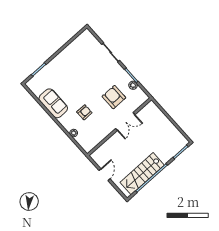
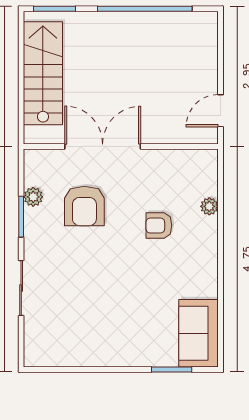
sofa: (53, 103) -> (198, 333), moved
double door: (125, 122) -> (103, 146), width x1.37
stairs: (142, 174) -> (43, 73), moved, turned -90
door: (104, 175) -> (221, 111), moved

